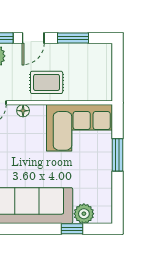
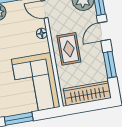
door: (33, 38) -> (104, 31), hinge flipped
wardrobe: (102, 70) -> (87, 93), added

